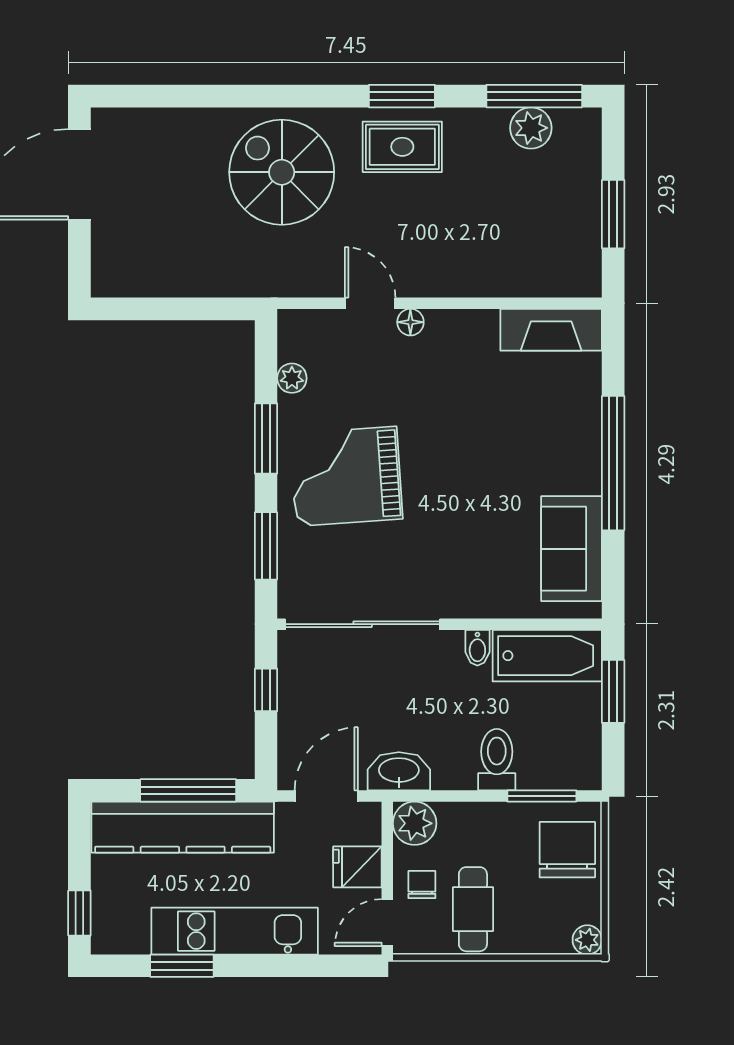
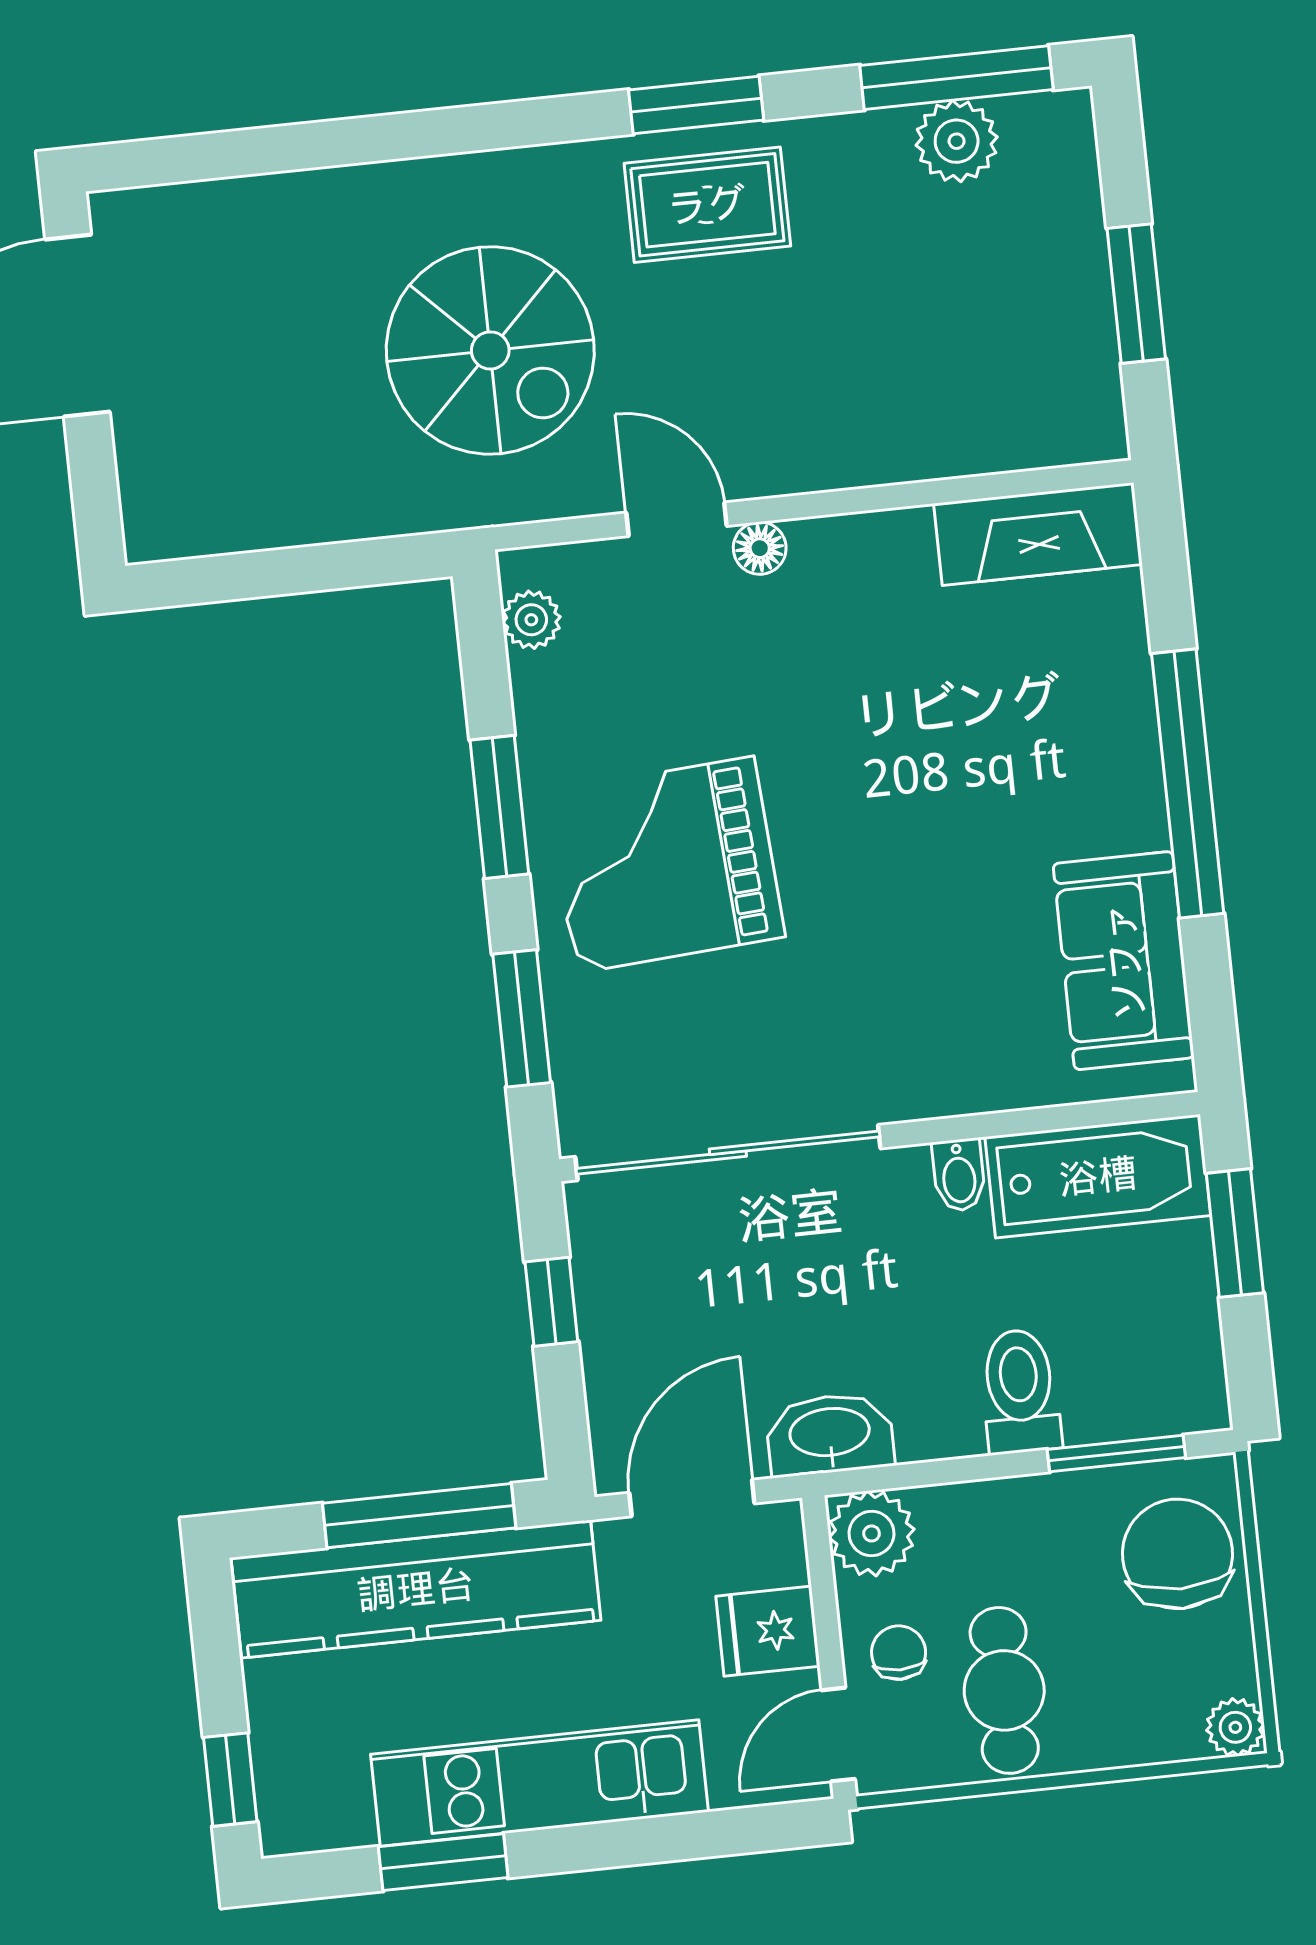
spiral stairs: (282, 172) -> (490, 350), moved, turned 180
plant: (292, 378) -> (531, 620), moved

